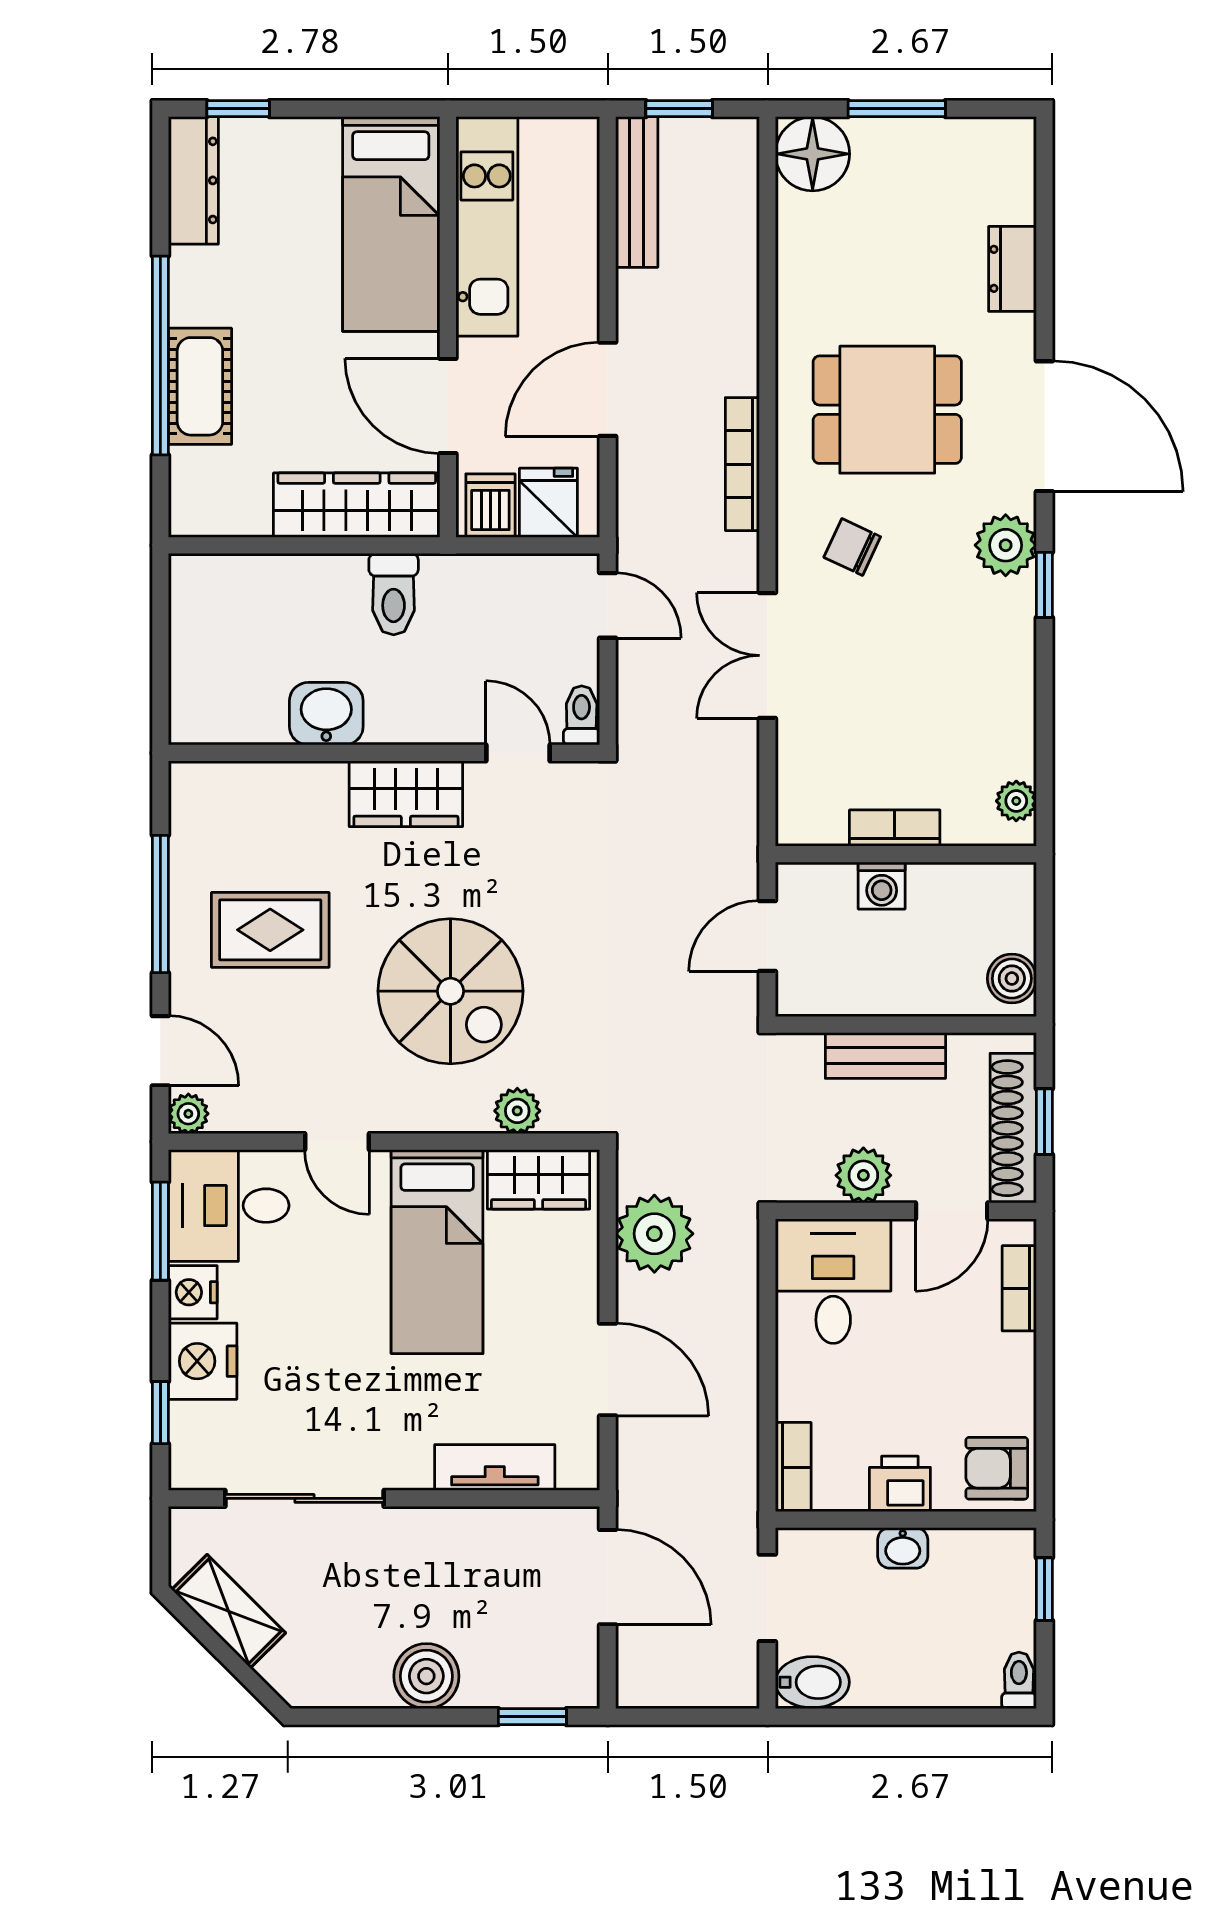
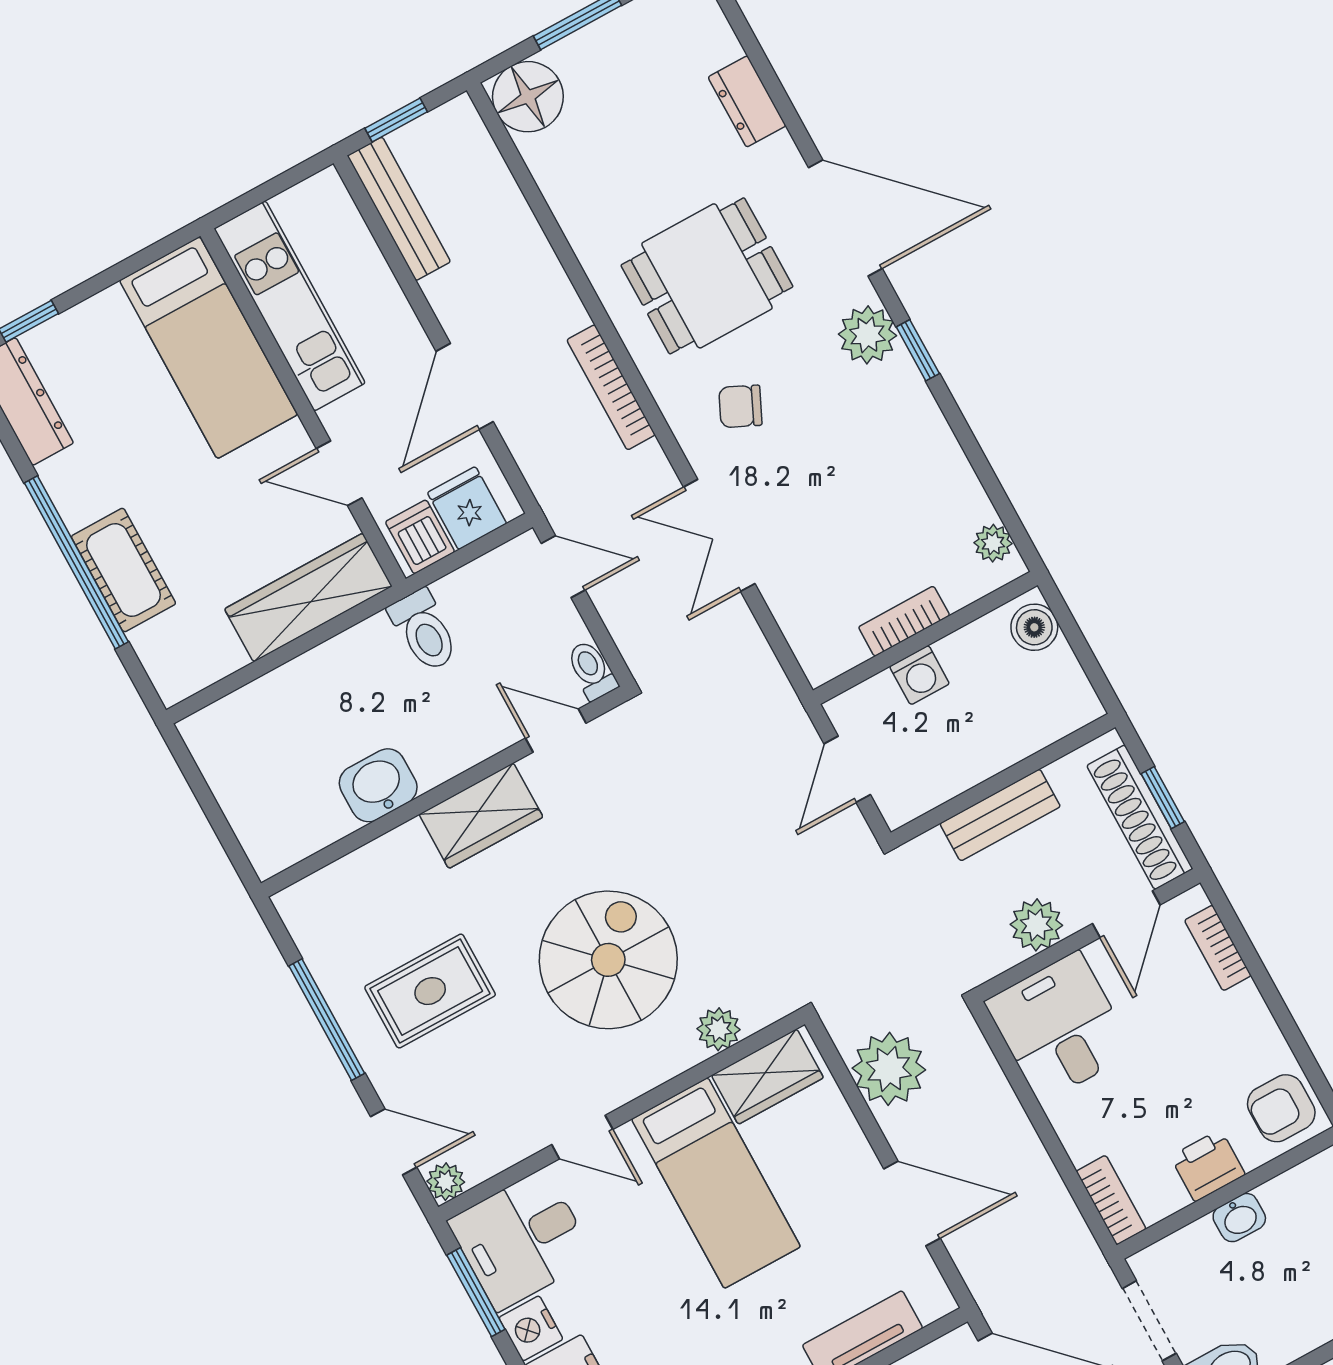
door: (448, 406) -> (339, 473), width x0.73
toilet: (394, 594) -> (424, 631), moved
boiler: (1012, 979) -> (1034, 627), moved
spiral stairs: (450, 991) -> (608, 960), turned -90

